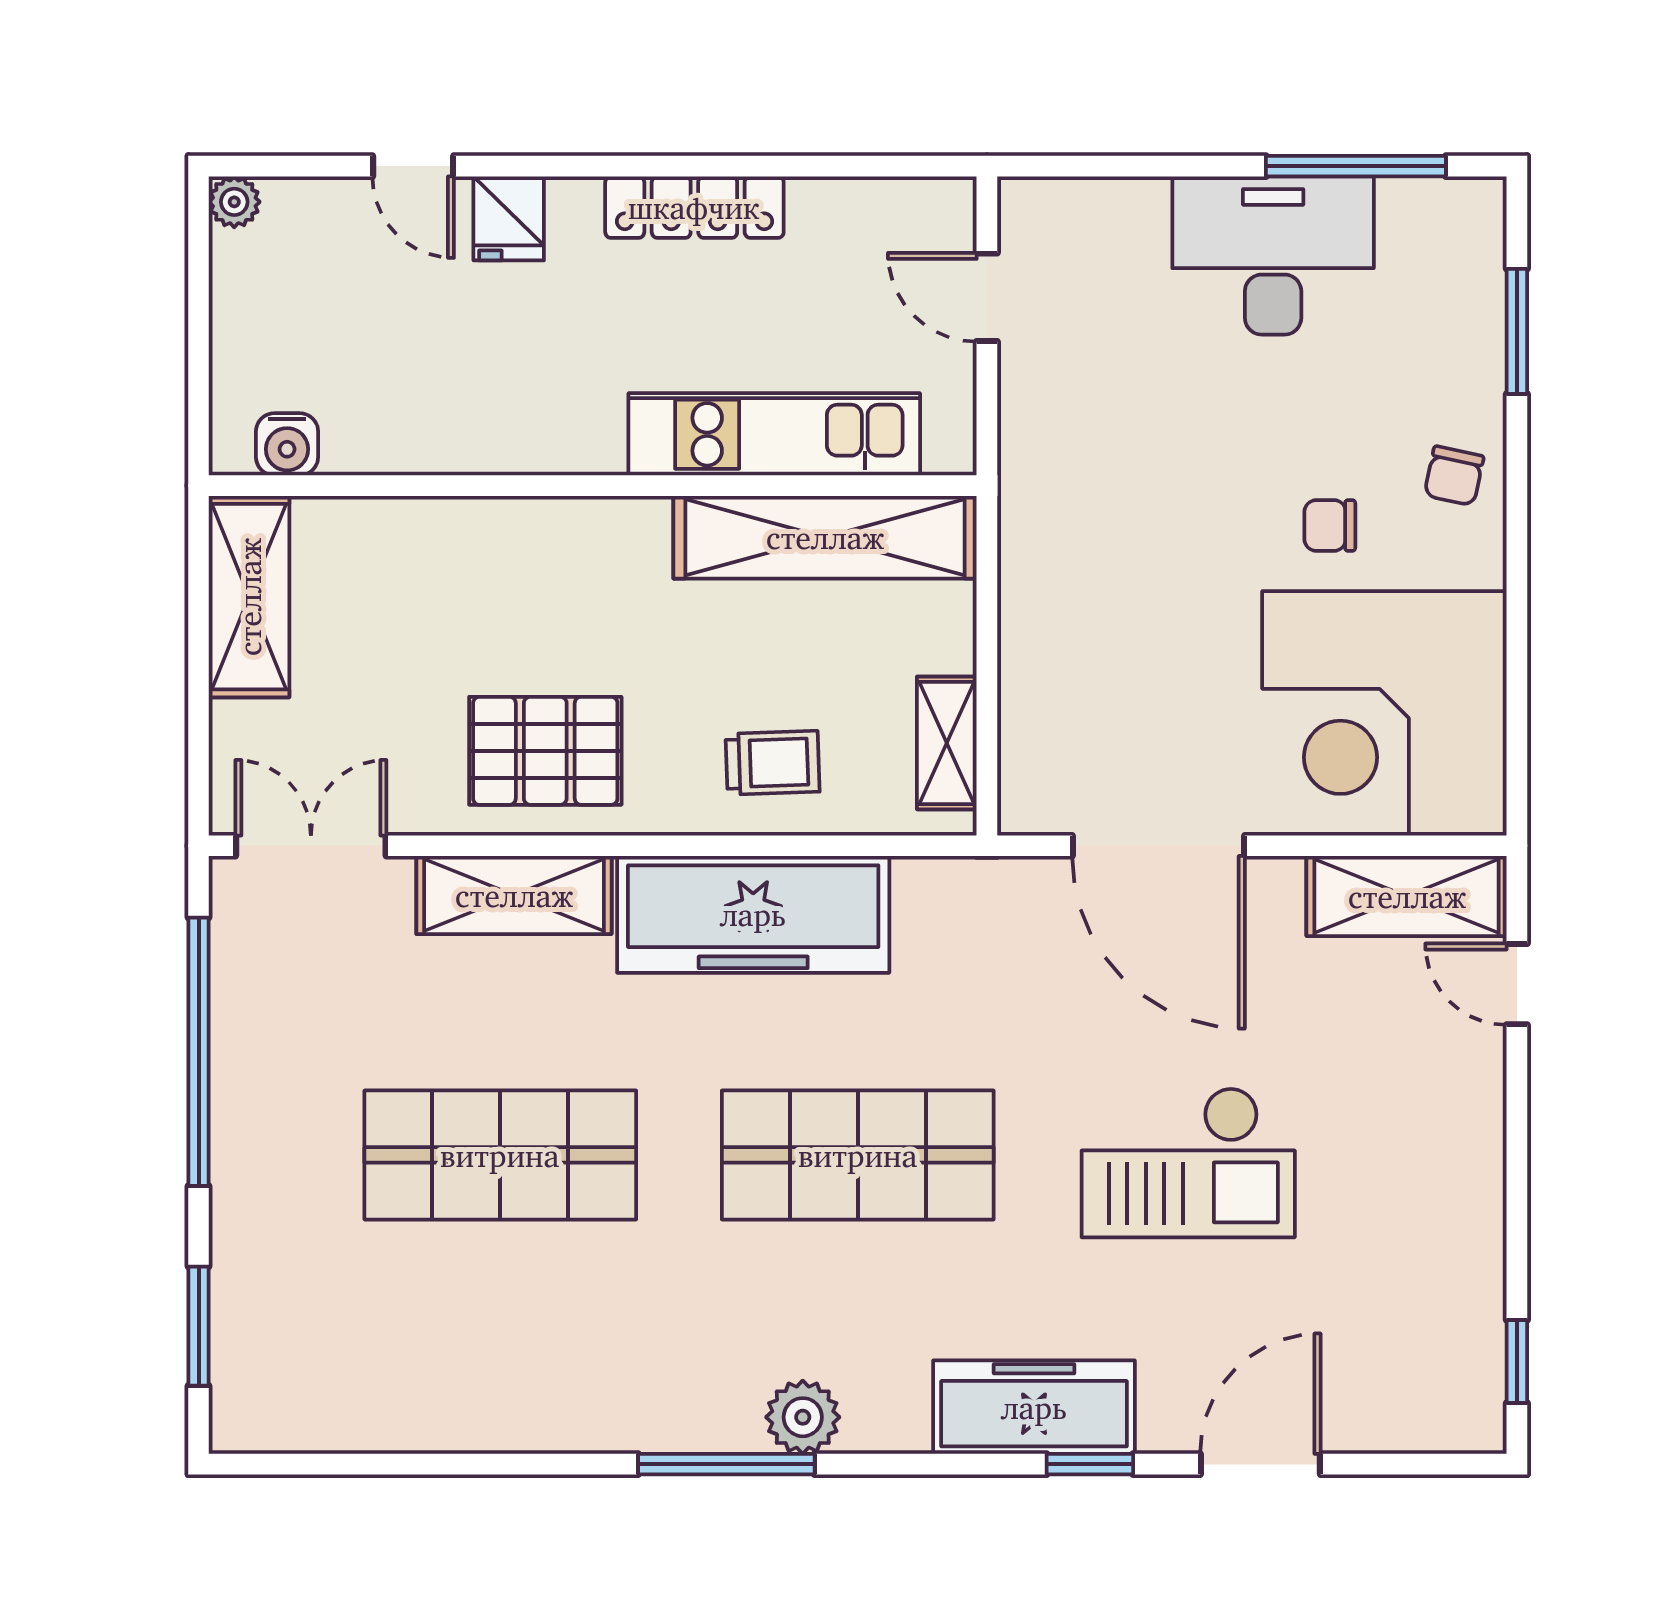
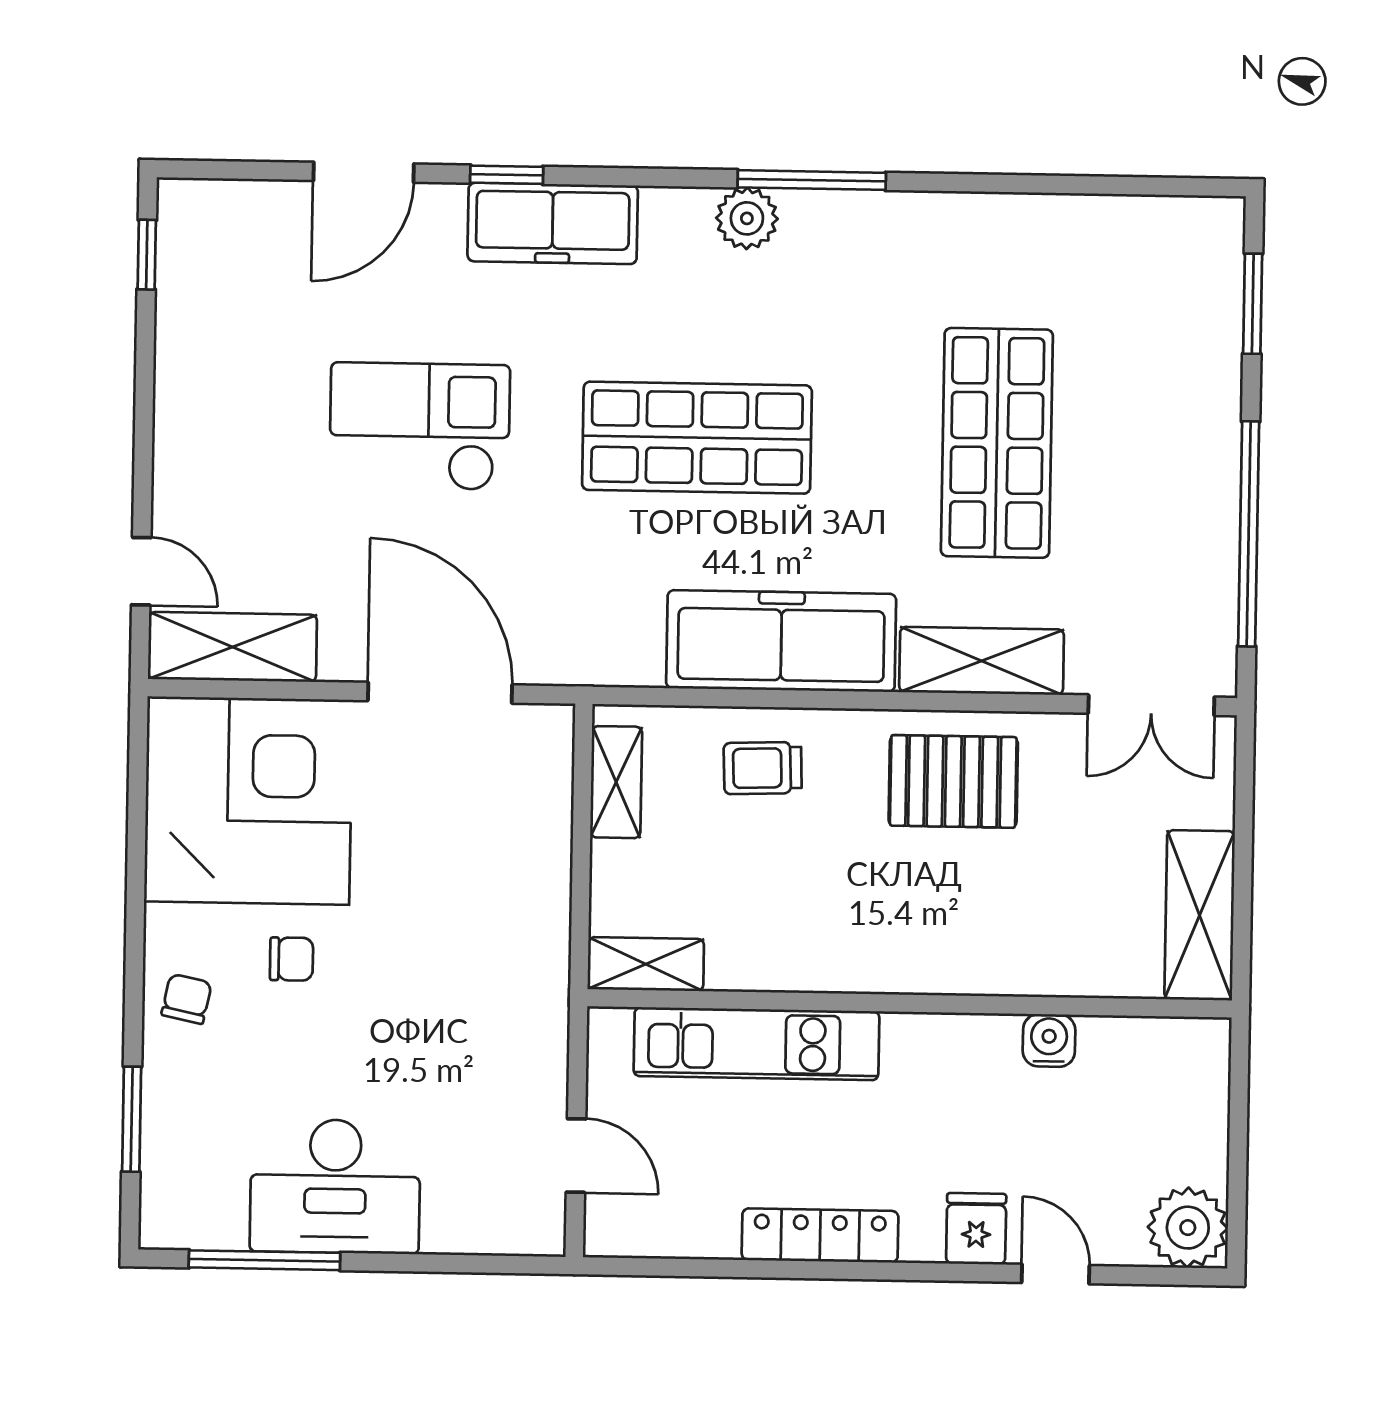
plant: (234, 202) -> (1188, 1228), width x1.87, depth x1.87
water cooler: (287, 444) -> (1049, 1040), moved
shelving: (825, 537) -> (646, 964), width x0.45, depth x0.75
shop shelf: (500, 1155) -> (997, 443), turned 90

